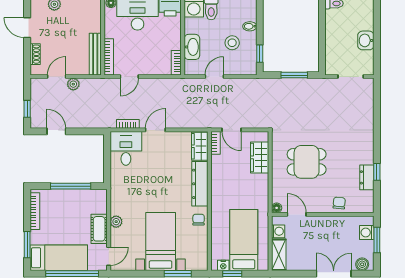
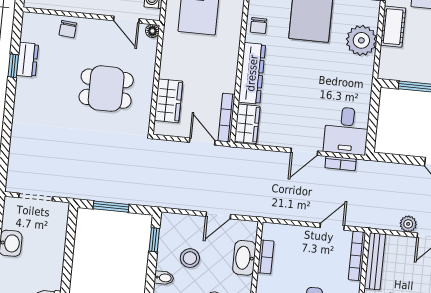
bookcase: (176, 63) -> (266, 257), moved
bookcase: (215, 143) -> (227, 118), width x1.56
plant: (116, 222) -> (361, 40), width x1.87, depth x1.87

